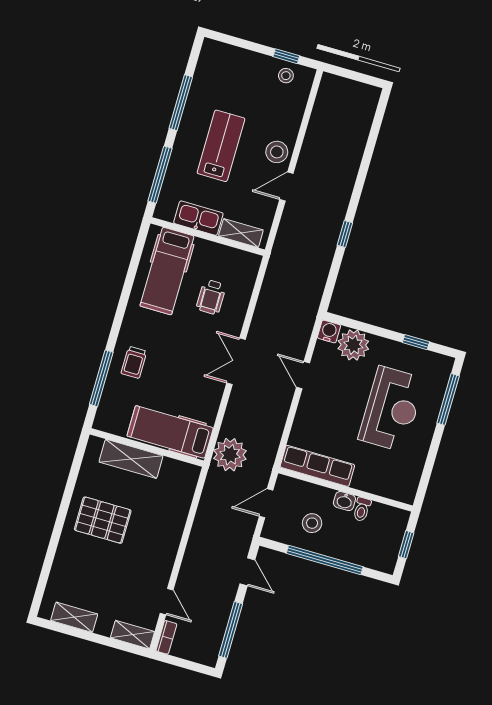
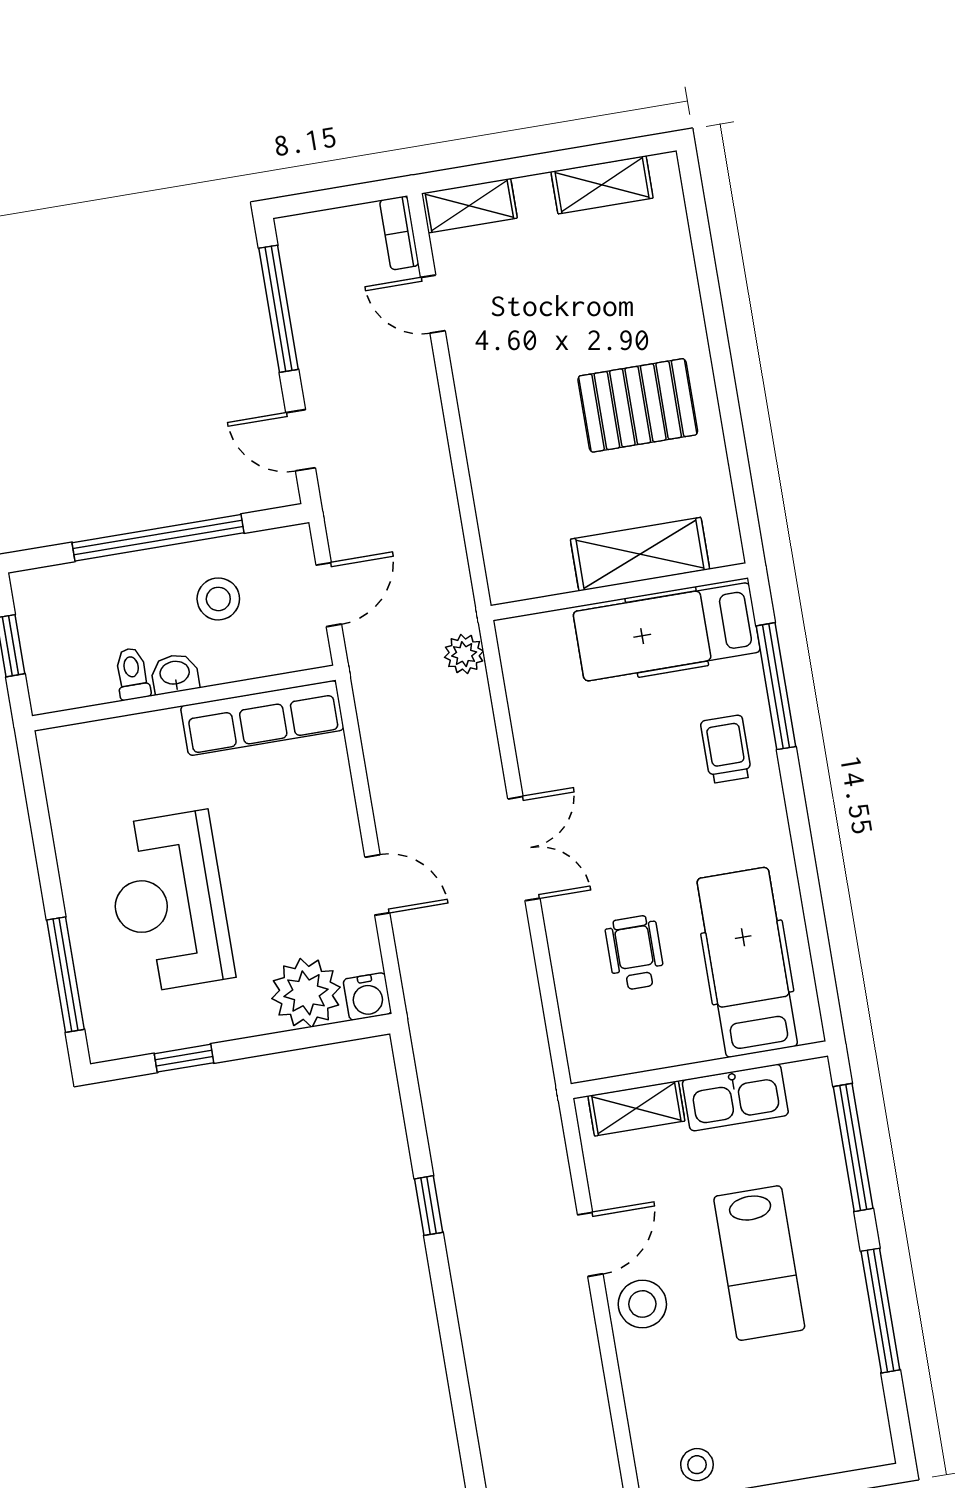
hospital bed: (170, 432) -> (667, 632), moved, turned 180
plant: (230, 455) -> (464, 654), width x0.53, depth x0.53

